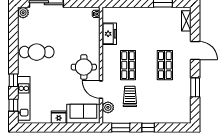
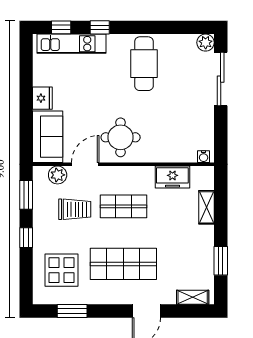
shelving: (129, 12) -> (207, 207), added
shop shelf: (165, 65) -> (123, 264), width x1.43, depth x1.36
window: (195, 87) -> (72, 311), moved
display table: (169, 105) -> (61, 270), added

